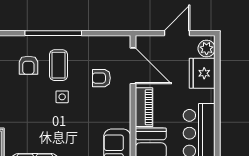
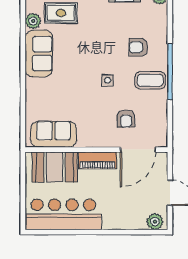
coffee table: (59, 65) -> (150, 80), moved
fridge: (202, 73) -> (131, 217), removed
armchair: (101, 78) -> (126, 119), turned 180

